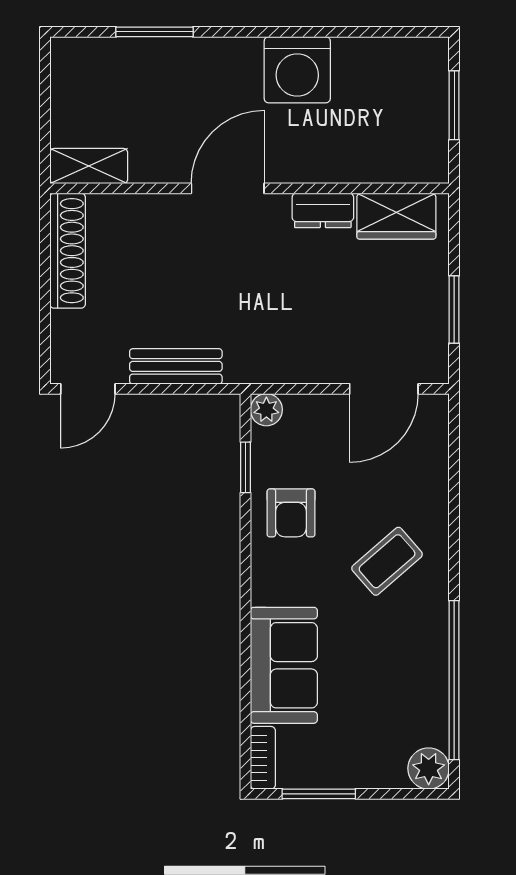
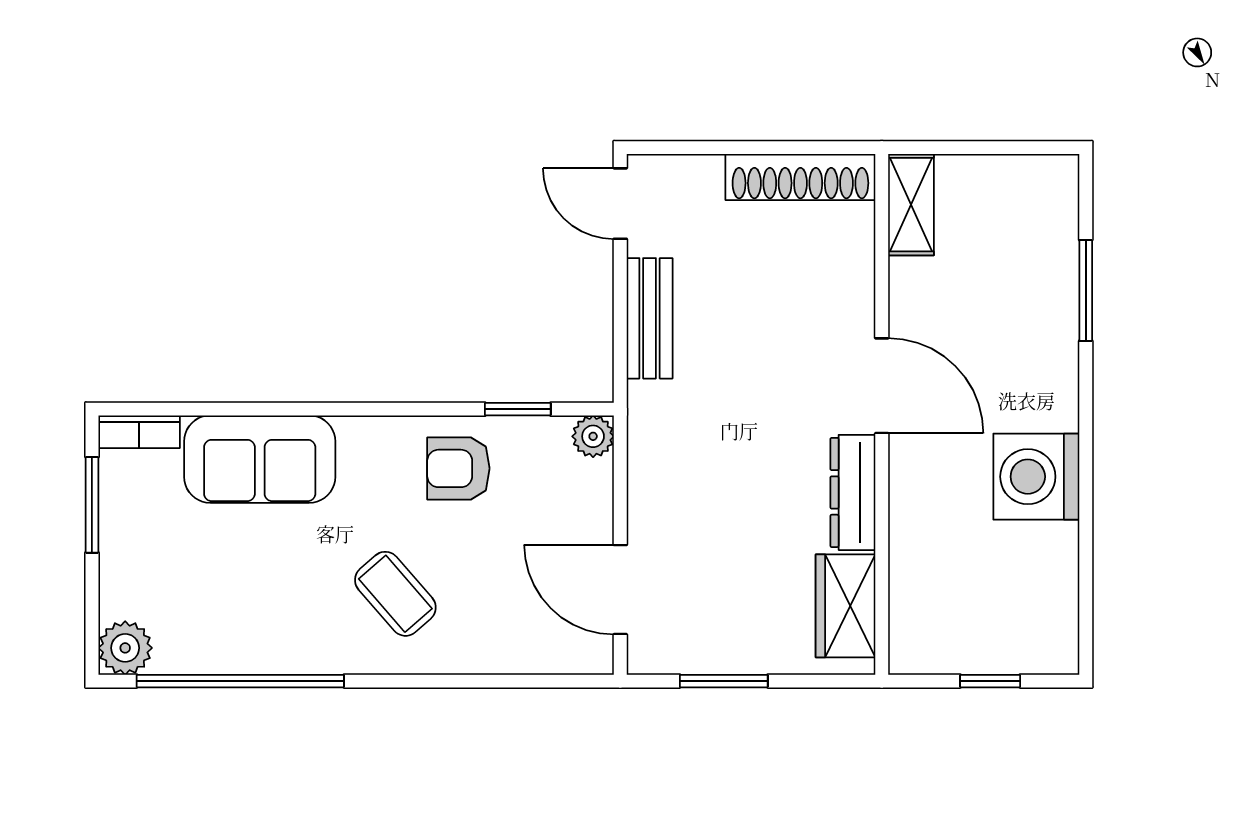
window: (454, 105) -> (990, 681), width x0.67
dresser: (323, 210) -> (853, 492), width x1.44

